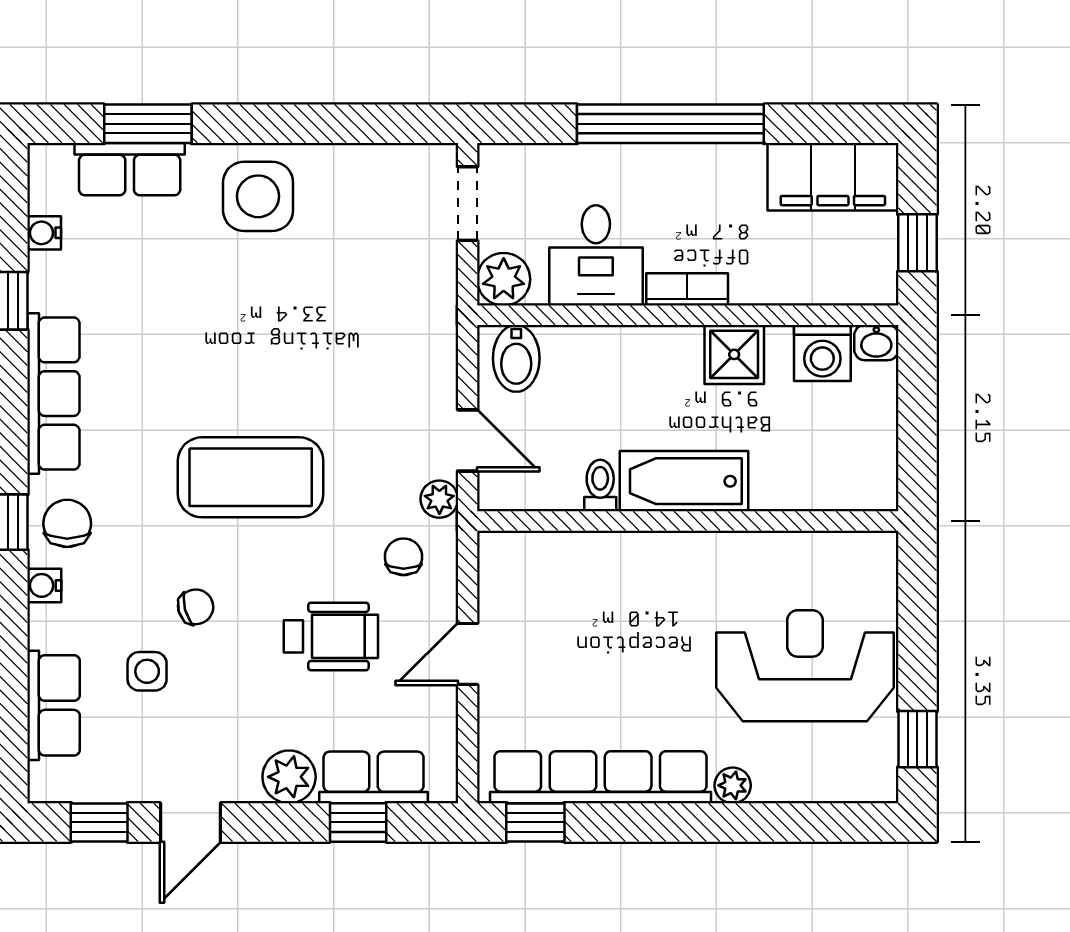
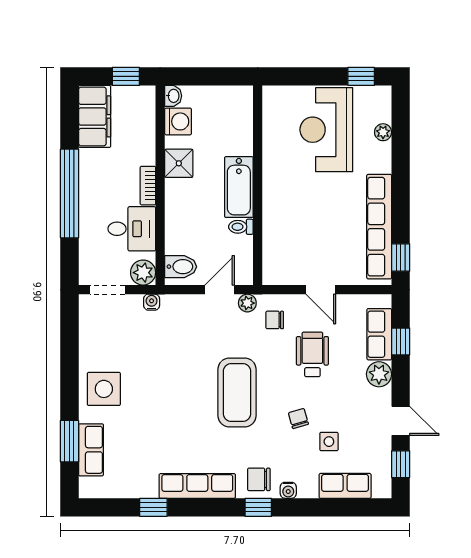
water cooler: (44, 233) -> (152, 302), moved, turned 180
plant: (733, 785) -> (383, 132), moved

